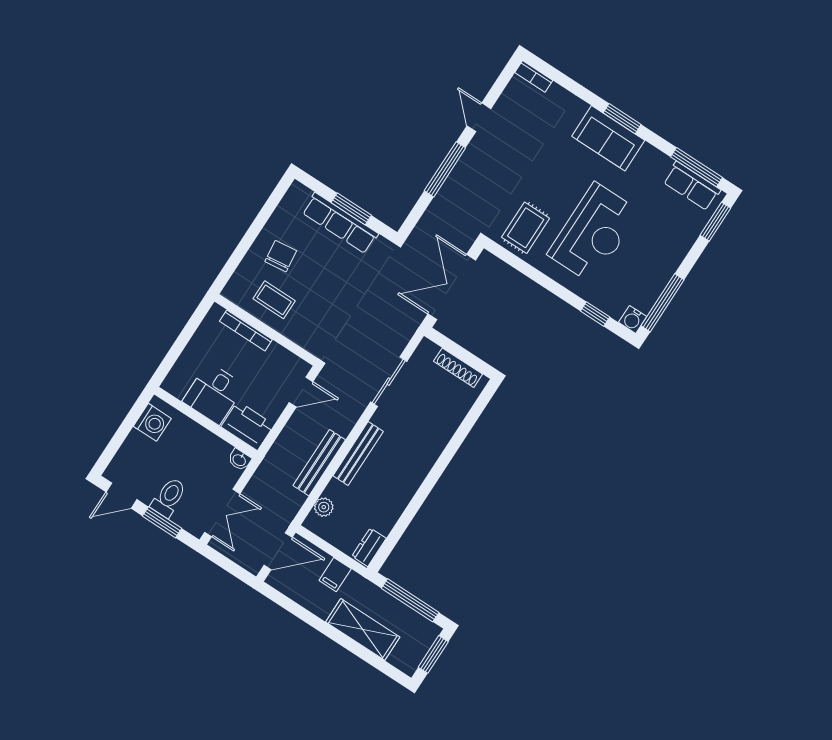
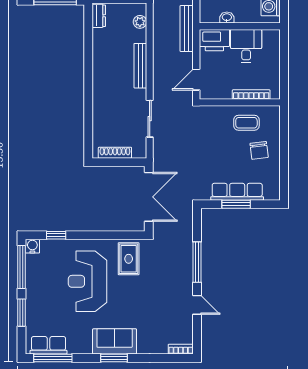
window: (715, 222) -> (21, 313), moved
washbasin: (239, 460) -> (227, 18), moved
bench: (319, 463) -> (187, 28), moved

